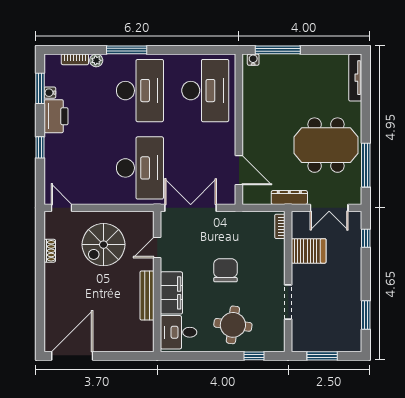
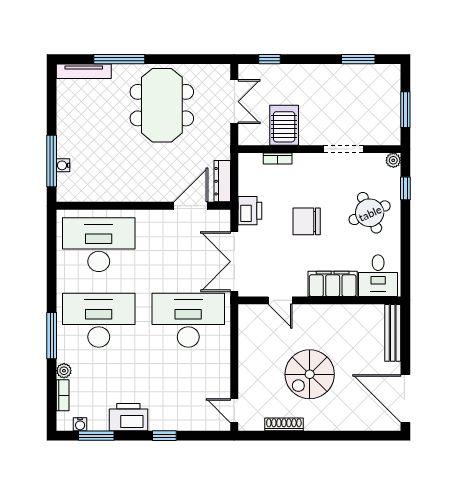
water cooler: (253, 60) -> (63, 165), moved
water cooler: (50, 93) -> (80, 424), moved
window: (366, 165) -> (119, 59), moved
dresser: (289, 197) -> (222, 181), moved
door: (62, 208) -> (234, 411), hinge flipped
printer: (235, 221) -> (250, 211), added
bookcase: (280, 226) -> (278, 159), moved
spiral stairs: (103, 245) -> (310, 374), moved, turned 90
shoe rack: (50, 251) -> (284, 424), width x1.43
bench: (147, 295) -> (393, 333), moved, turned 90
round table: (233, 325) -> (370, 213), turned -31
plant: (278, 345) -> (393, 160), added

